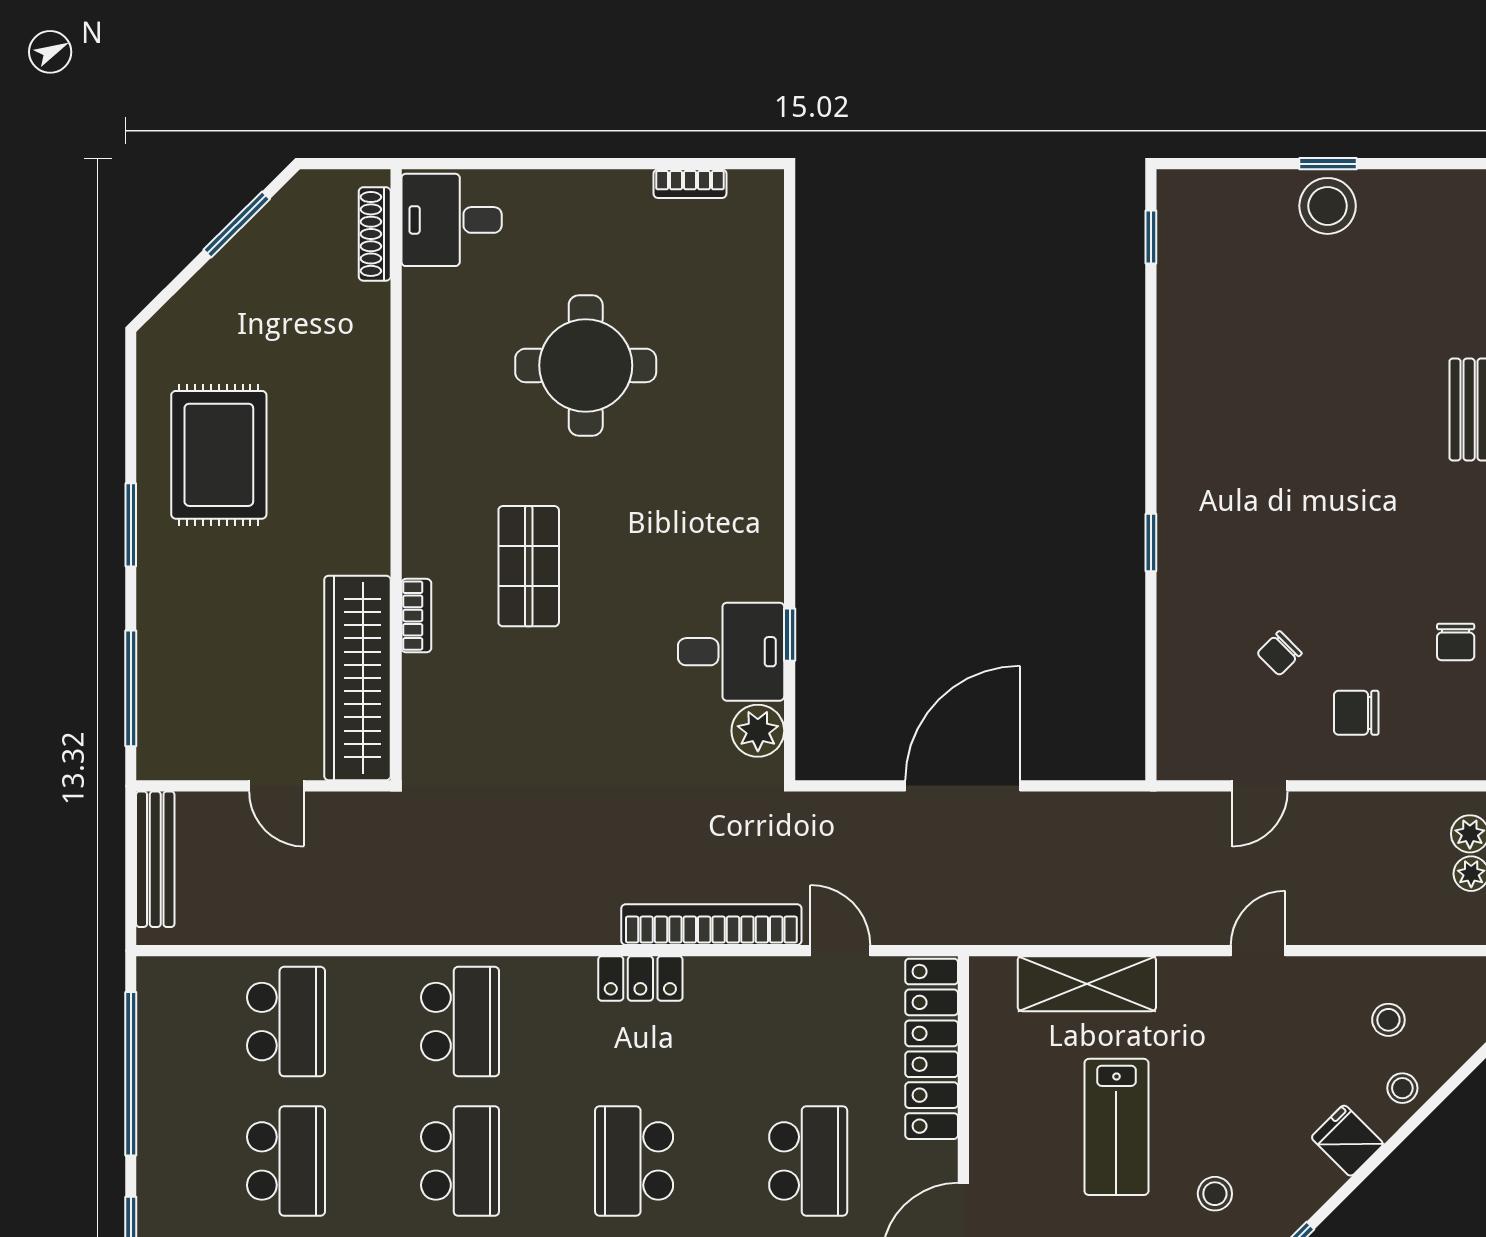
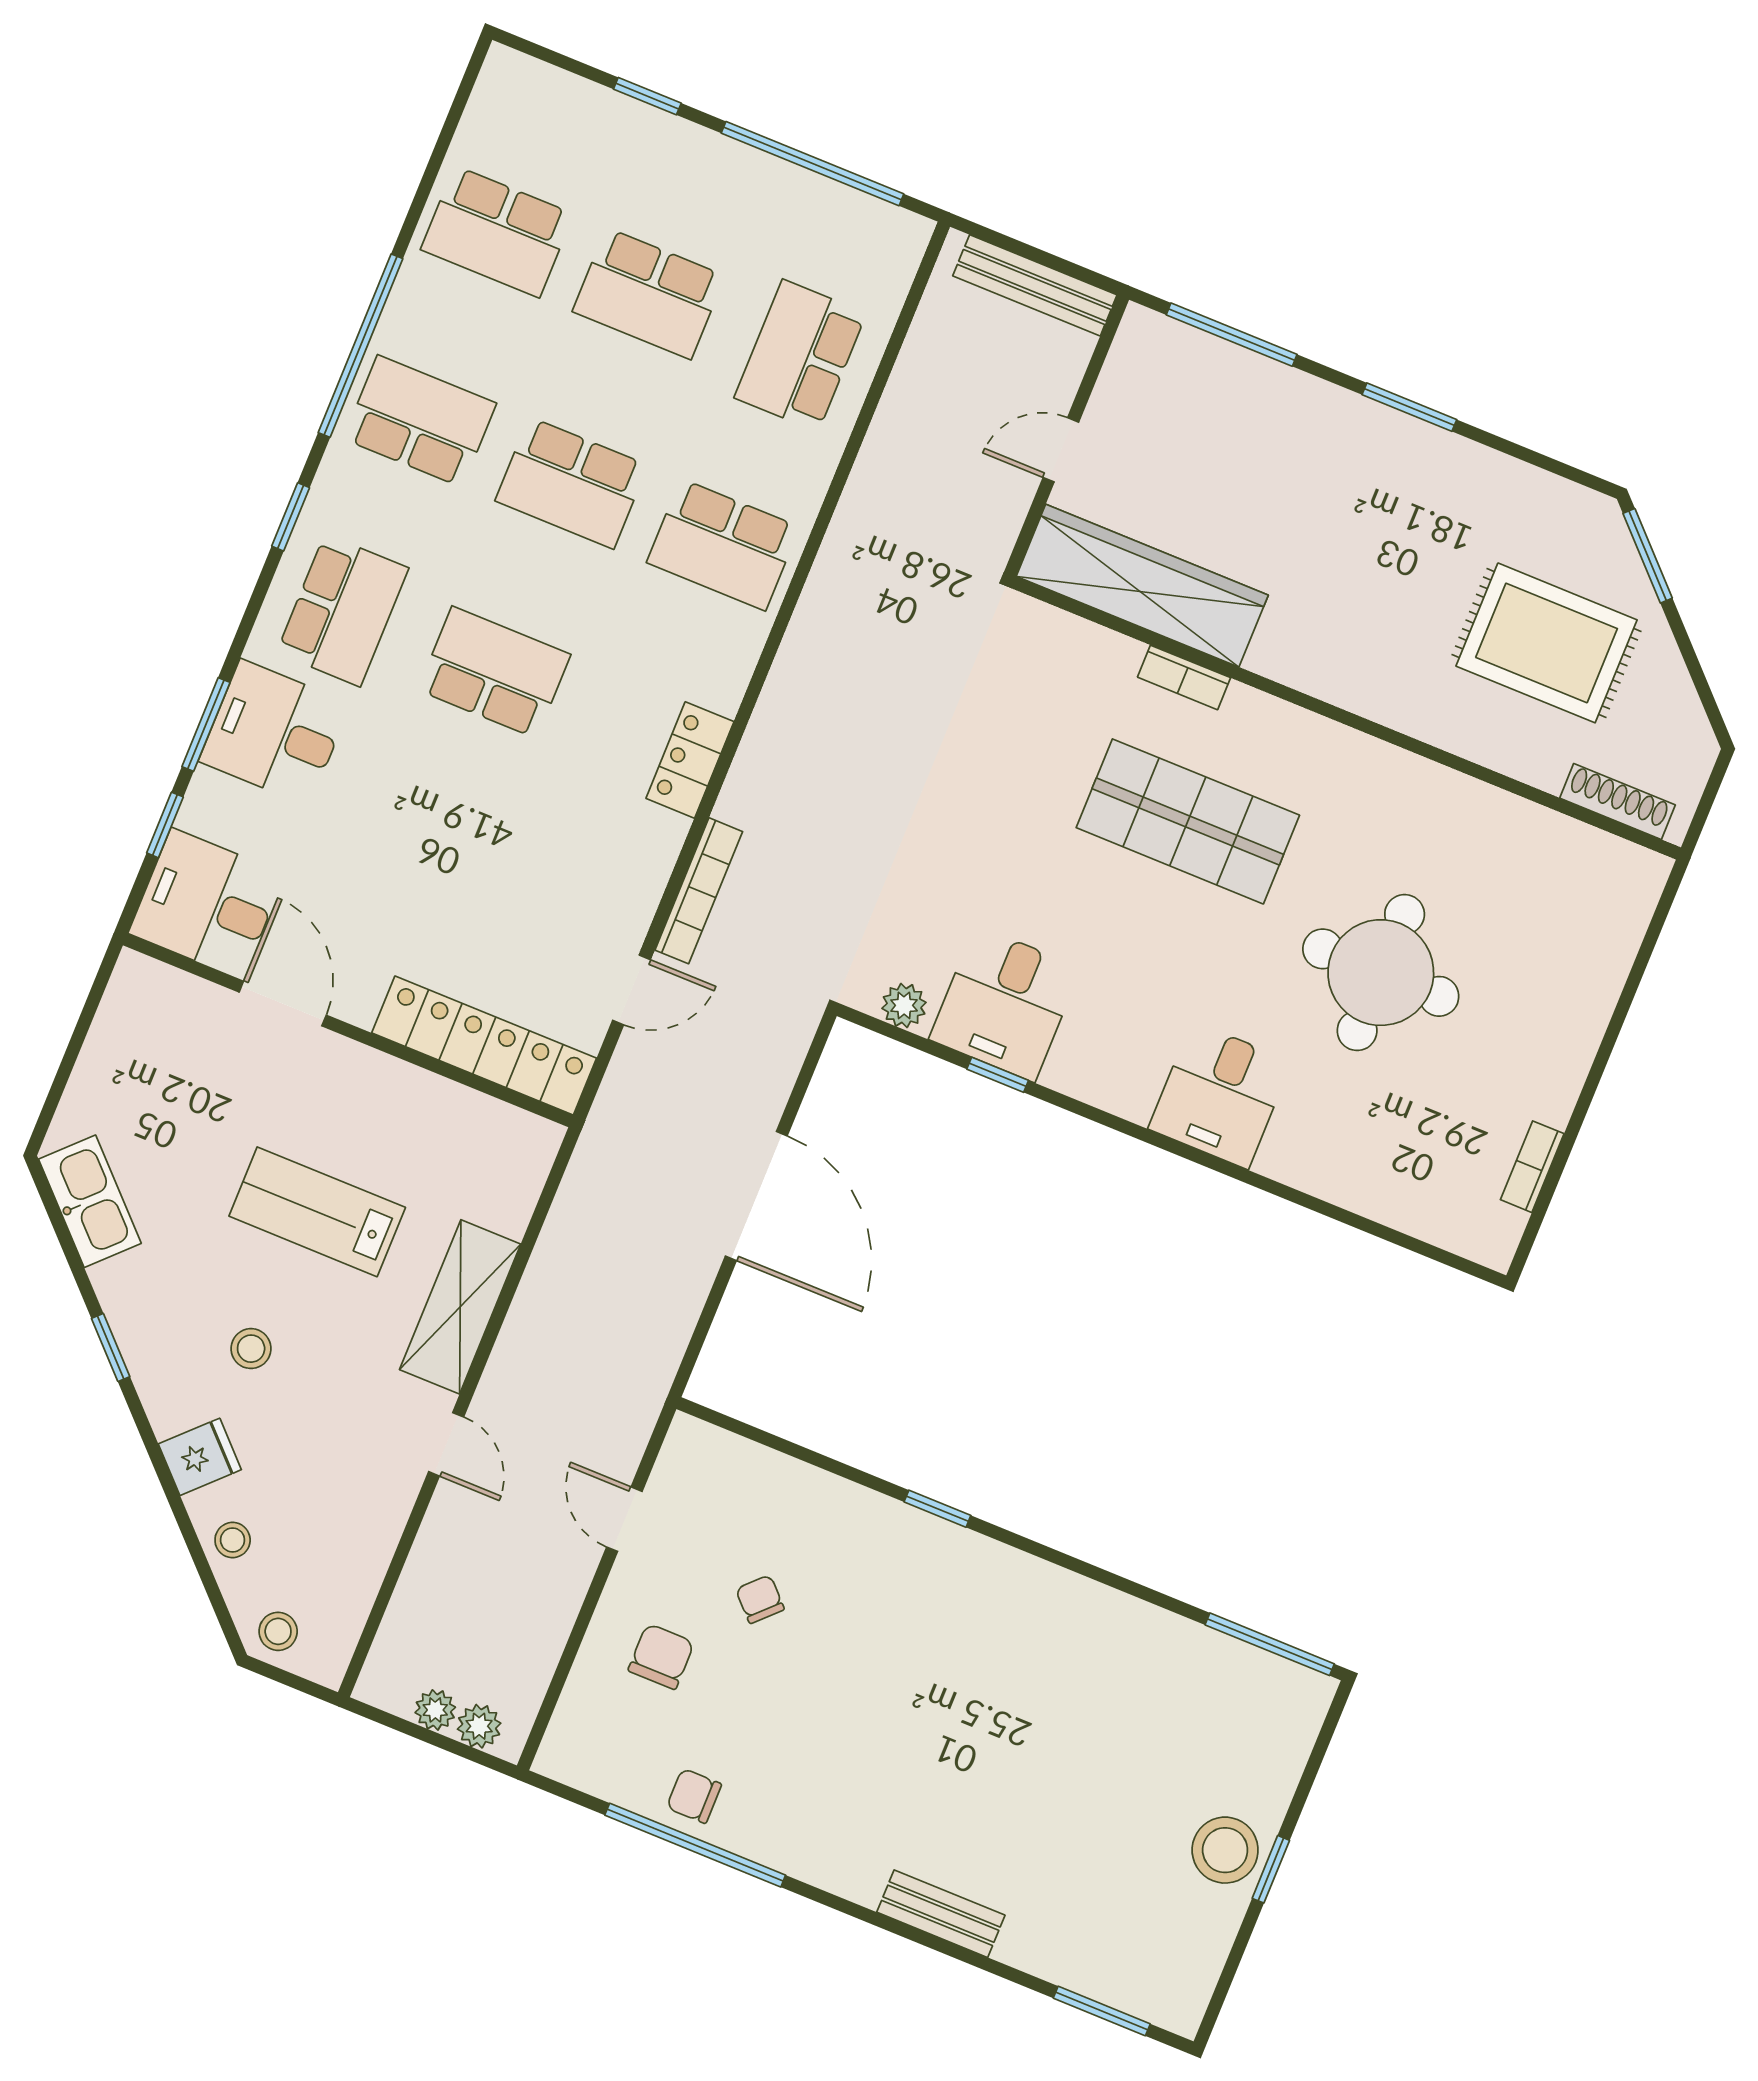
desk: (452, 220) -> (1220, 1095), moved, turned 180
window: (237, 224) -> (1648, 556), moved
window: (1151, 237) -> (1270, 1644), width x2.17
rug: (219, 455) -> (1547, 643), moved
shop shelf: (529, 566) -> (1188, 821), width x1.43, depth x1.36
plant: (758, 731) -> (904, 1005), width x0.73, depth x0.73
bookcase: (711, 925) -> (699, 891), width x0.68, depth x0.76
shelving: (1087, 984) -> (460, 1307), moved
stool: (1388, 1020) -> (278, 1631), moved
school desk: (286, 1022) -> (800, 355), turned 90
school desk: (808, 1161) -> (417, 861), removed
stool: (1215, 1194) -> (251, 1349), moved

